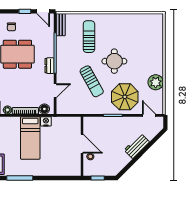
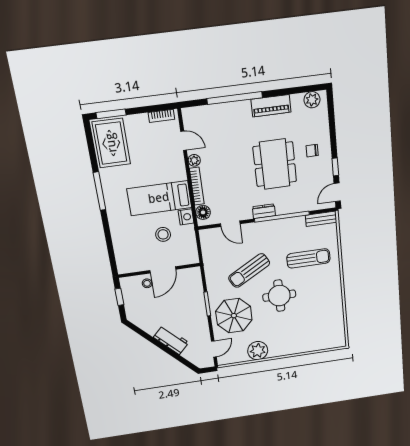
stool: (56, 139) -> (163, 234), added

